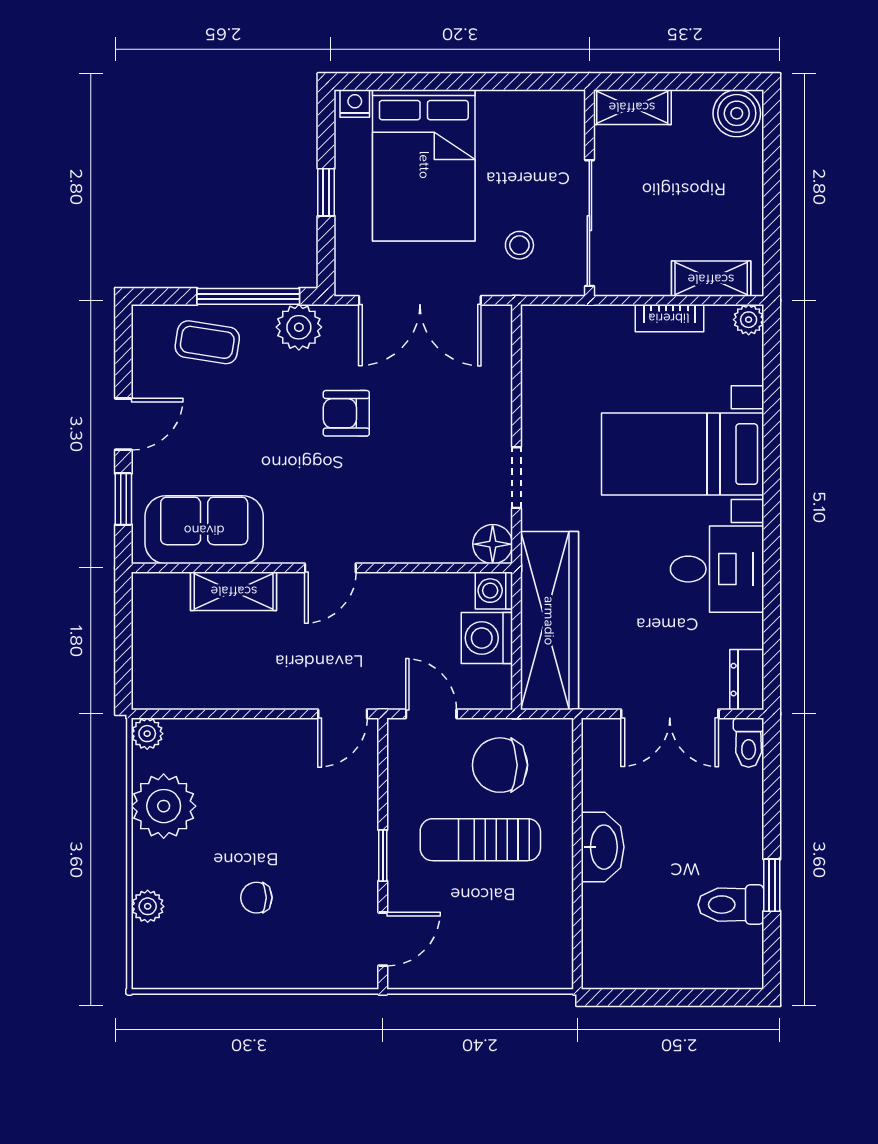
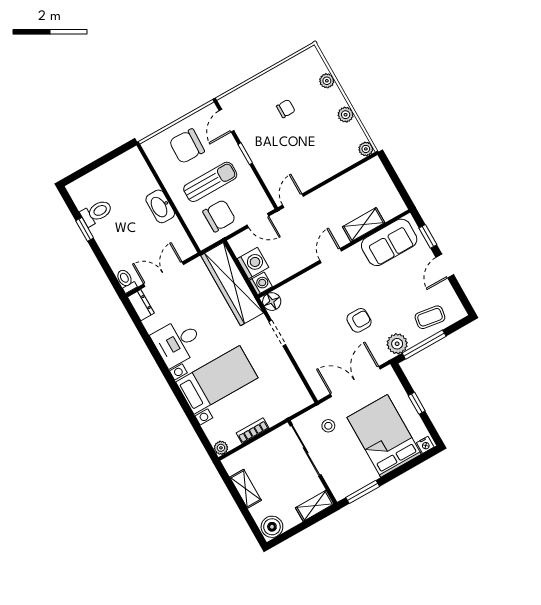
window: (526, 82) -> (363, 492), added
shelving: (711, 279) -> (246, 489), moved, turned 90
plant: (164, 806) -> (346, 115), width x0.53, depth x0.53
chair: (486, 933) -> (187, 146), added

